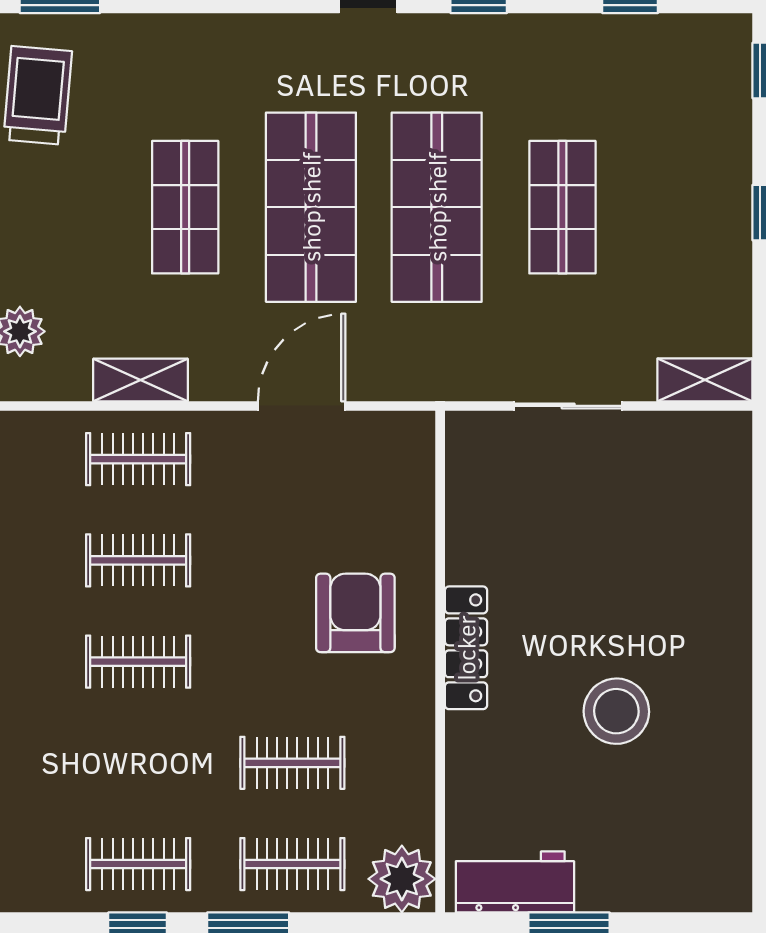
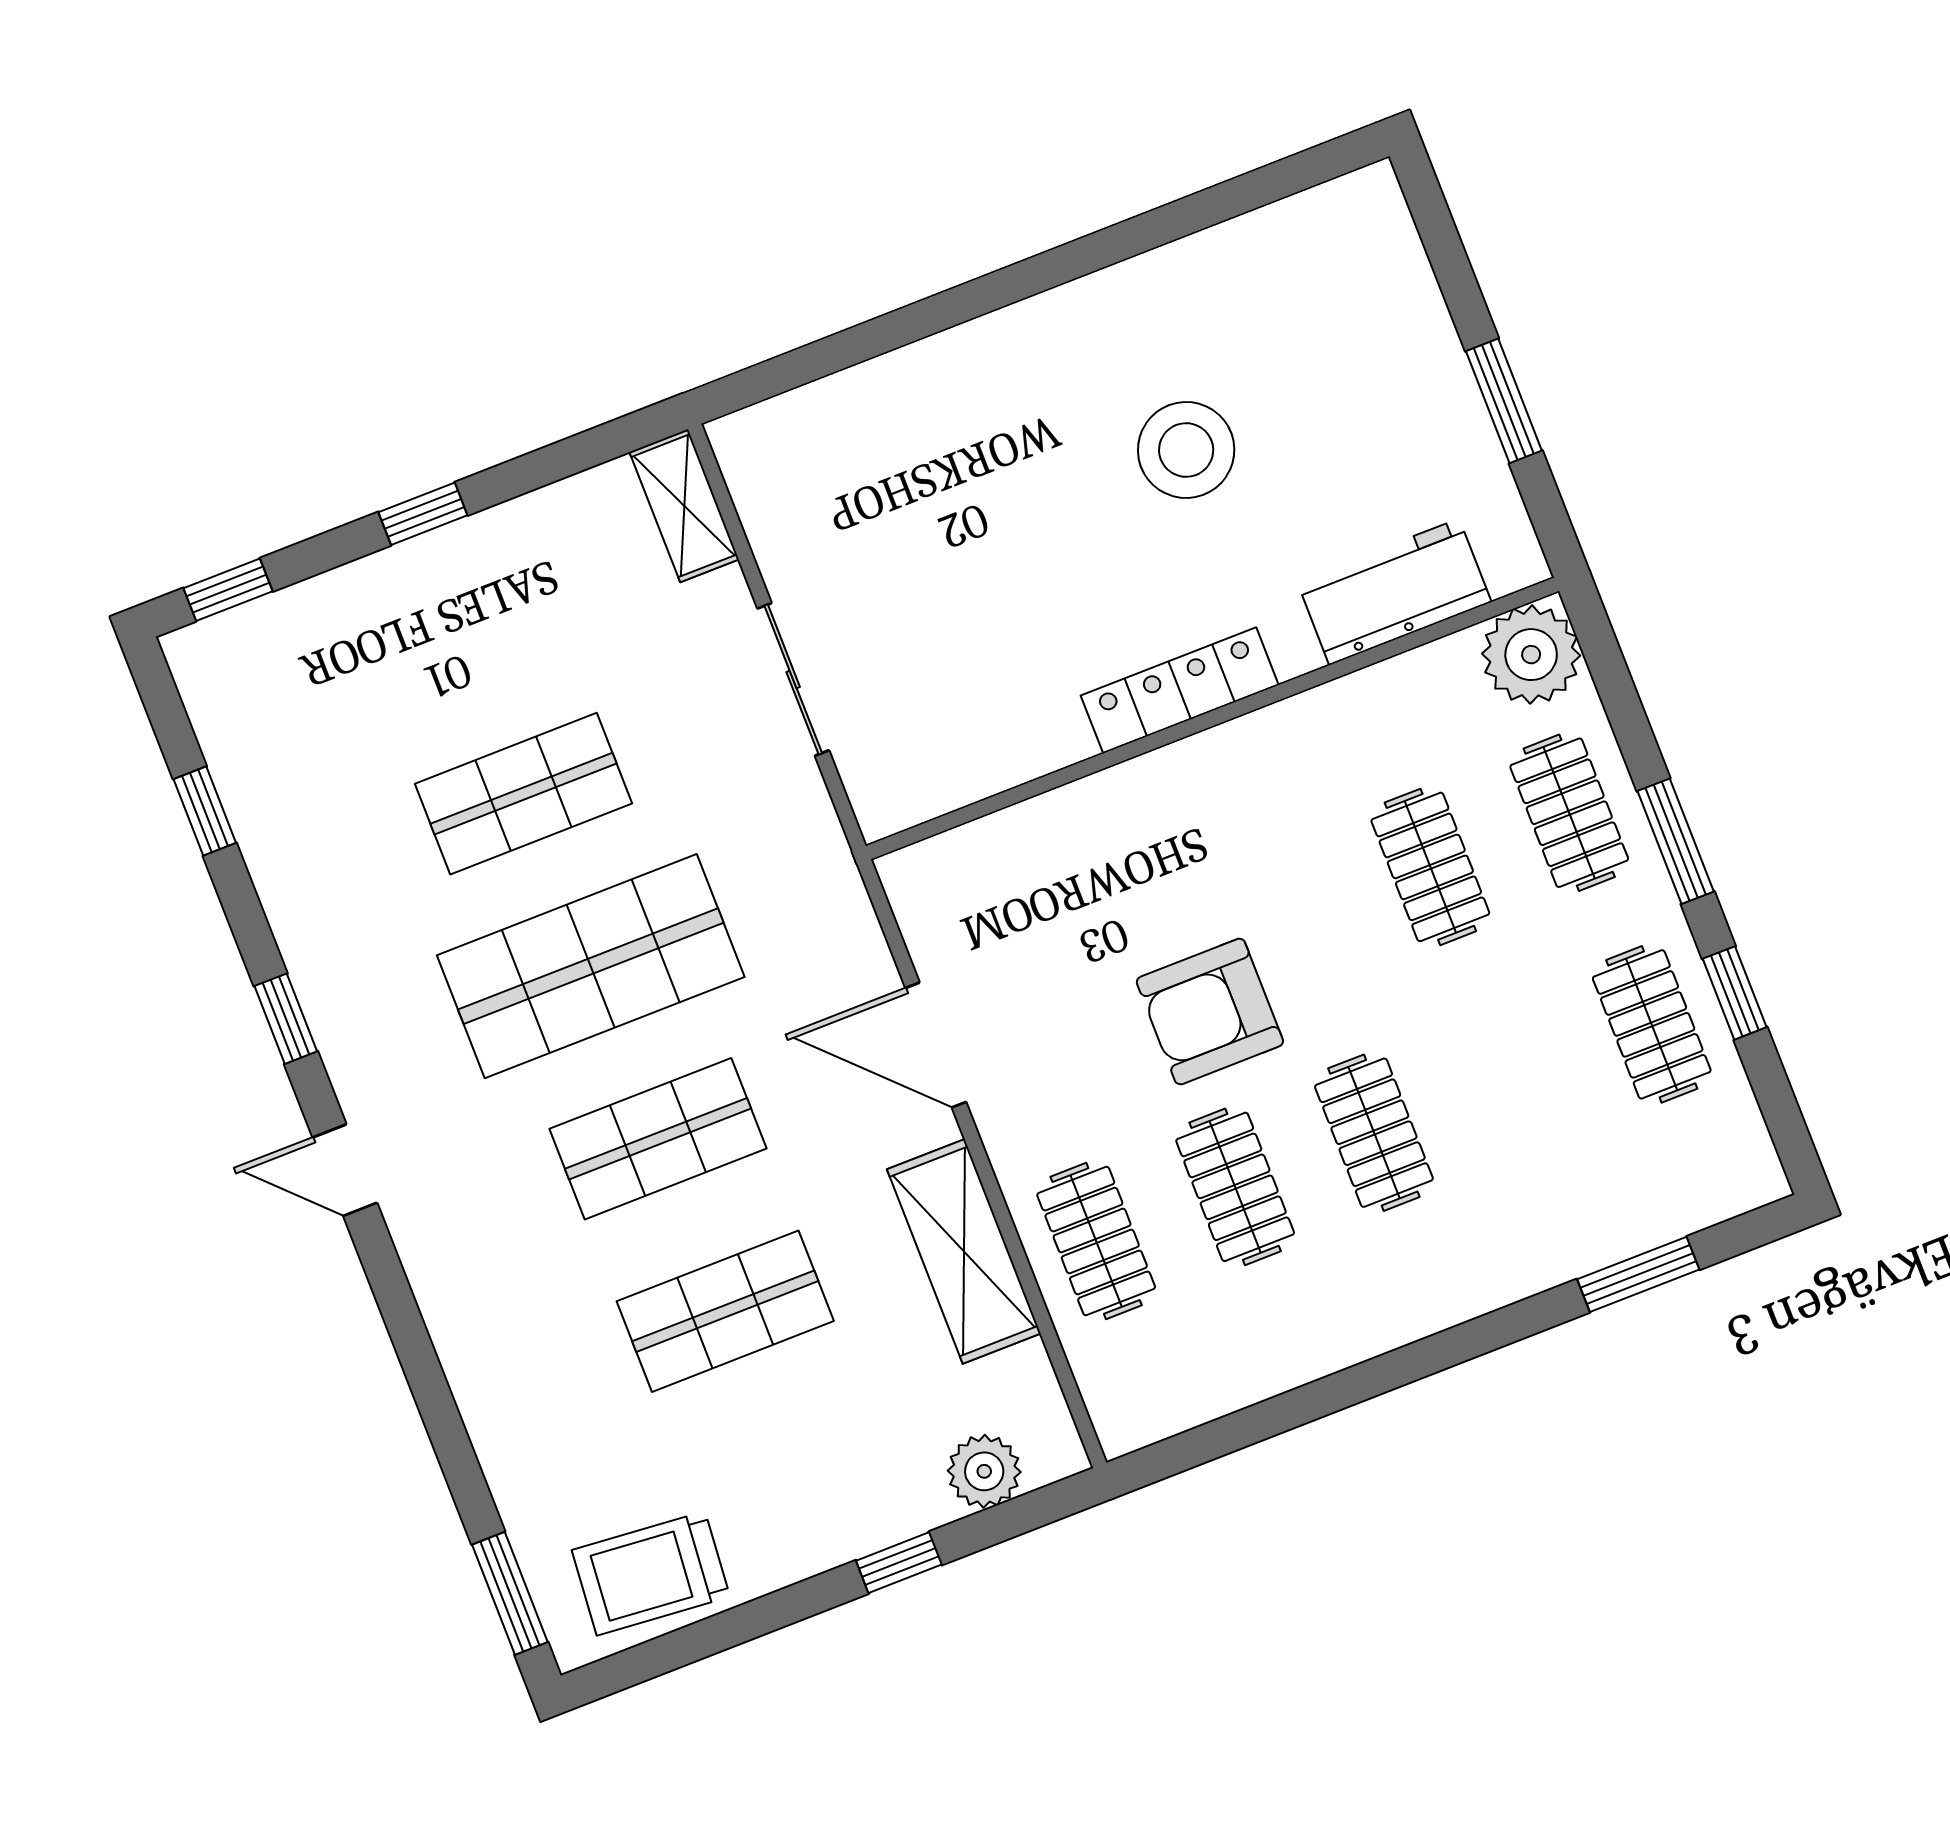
shop shelf: (311, 207) -> (658, 1139), width x0.70, depth x0.74
shelving: (141, 380) -> (964, 1251), width x1.50, depth x1.33
armchair: (355, 613) -> (1210, 1012), moved
workbench: (515, 882) -> (1394, 592), moved, turned 90

